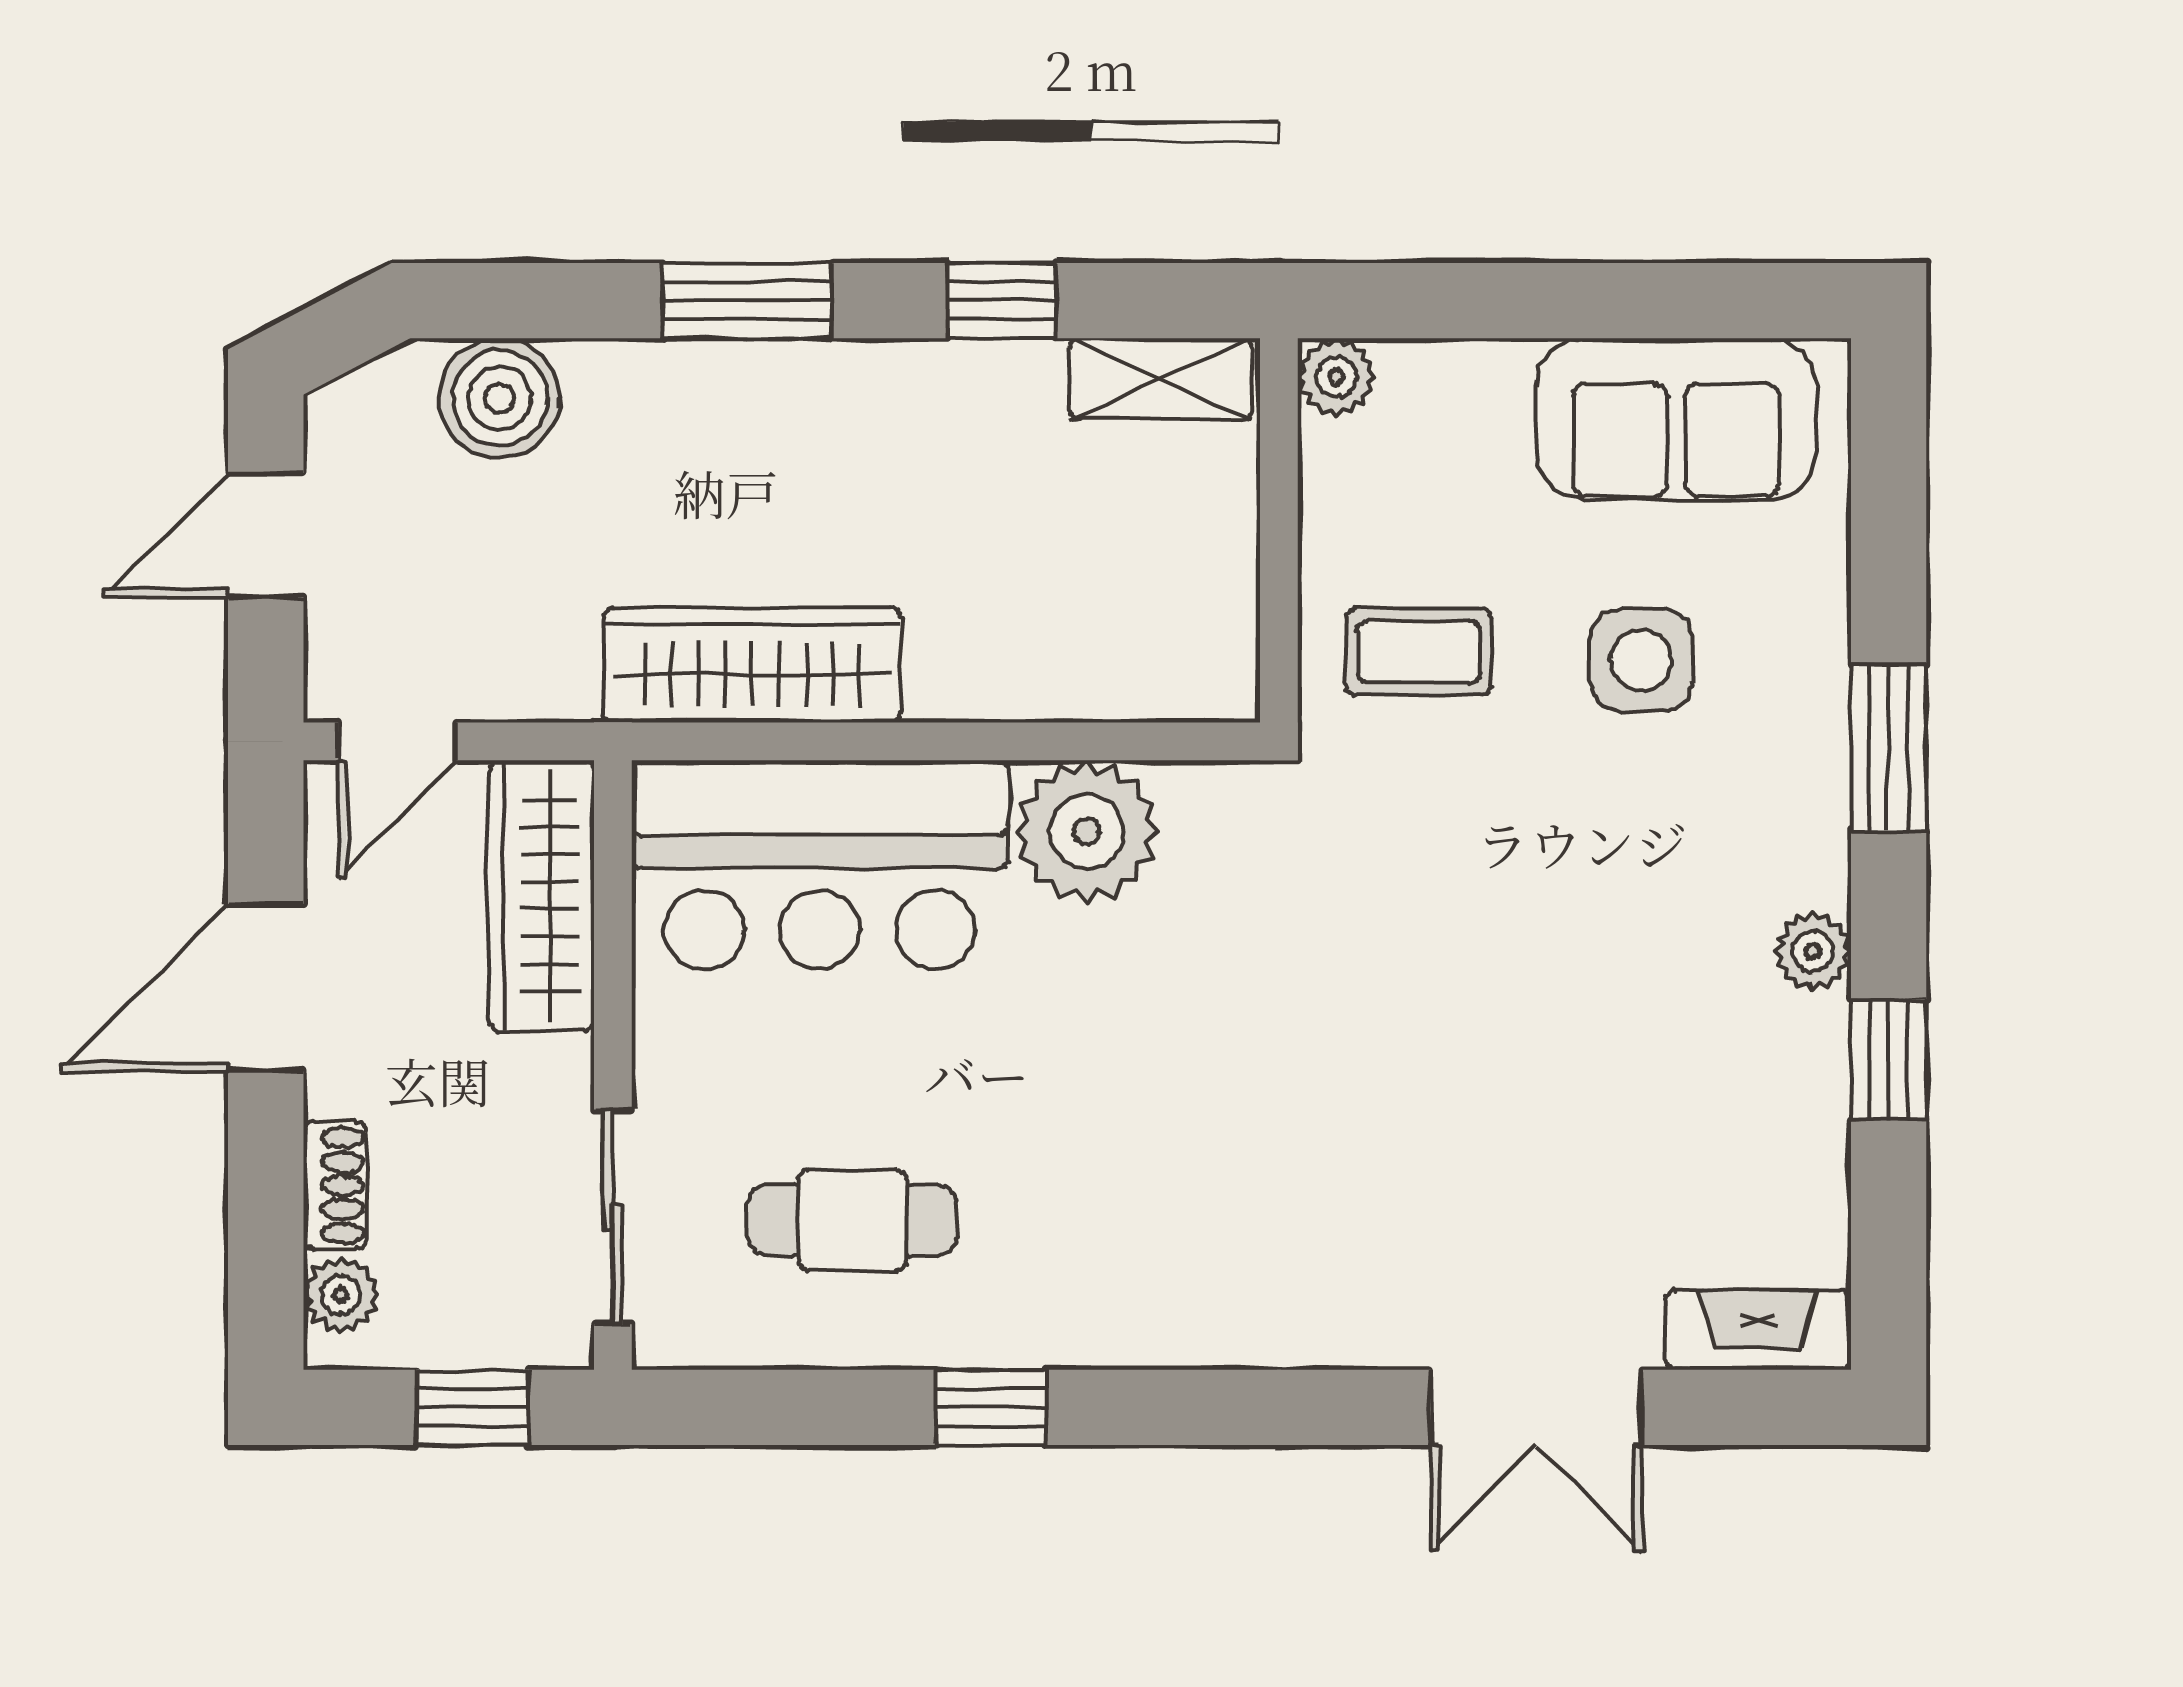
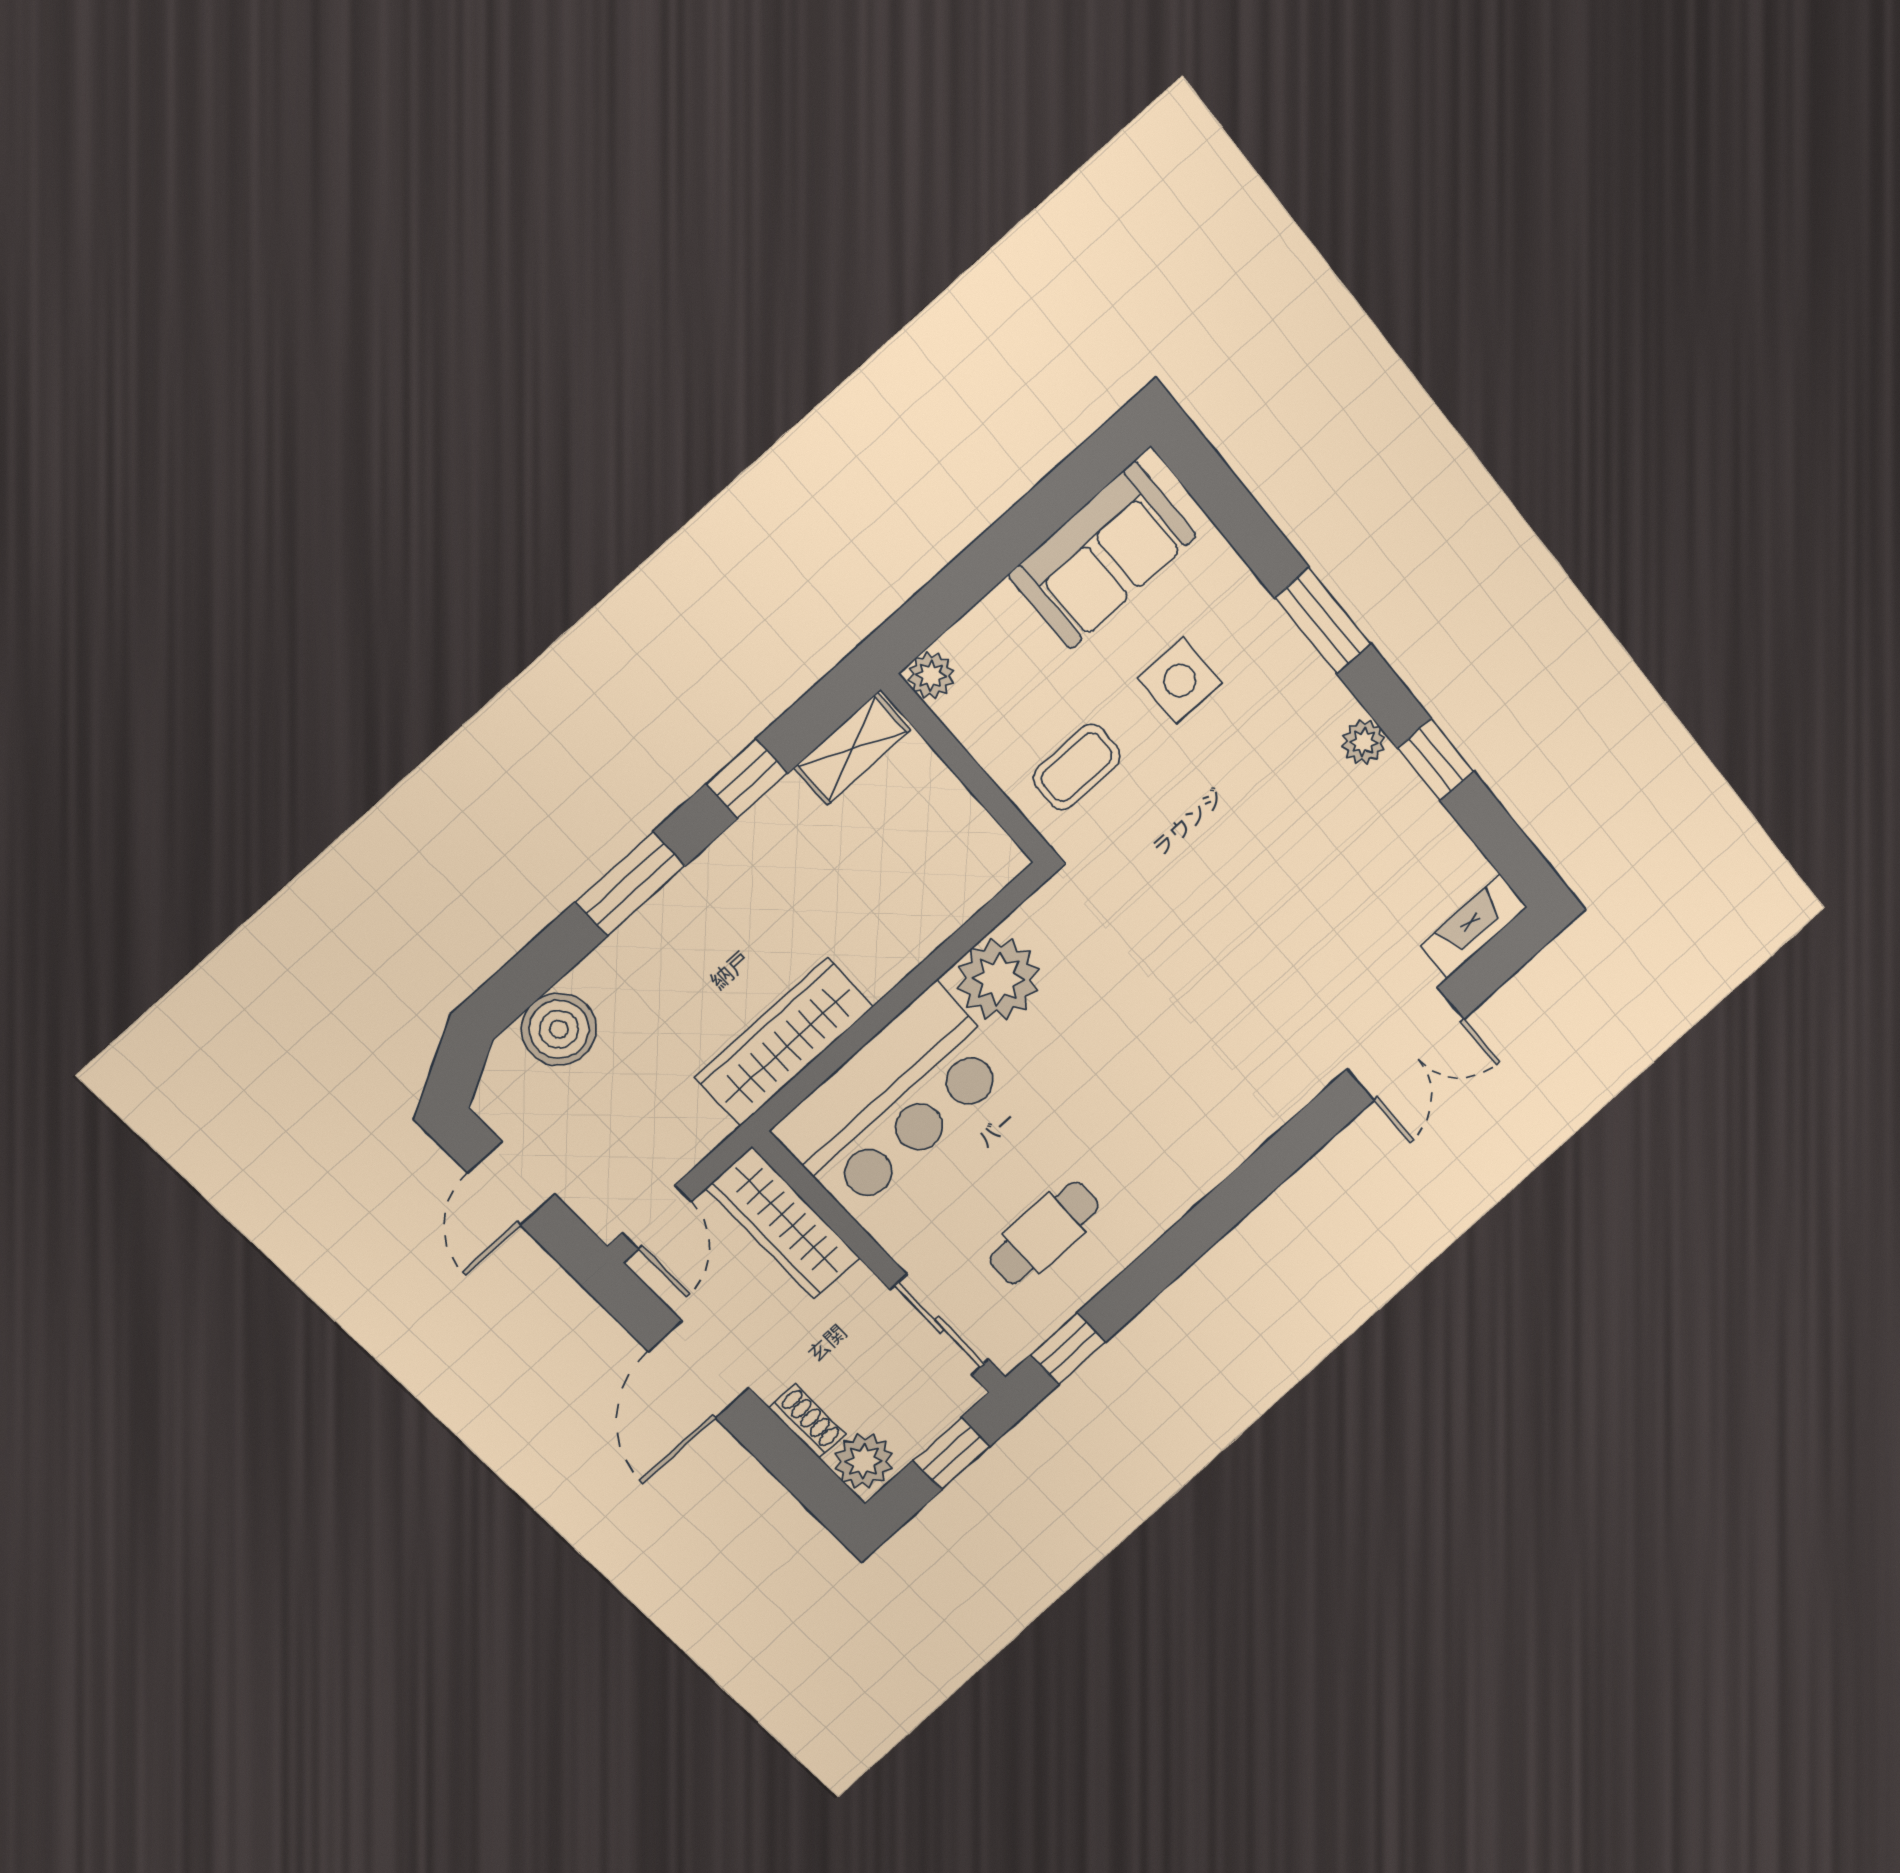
plant: (341, 1295) -> (864, 1461), width x1.38, depth x1.38
window: (991, 1407) -> (1068, 1349), moved

